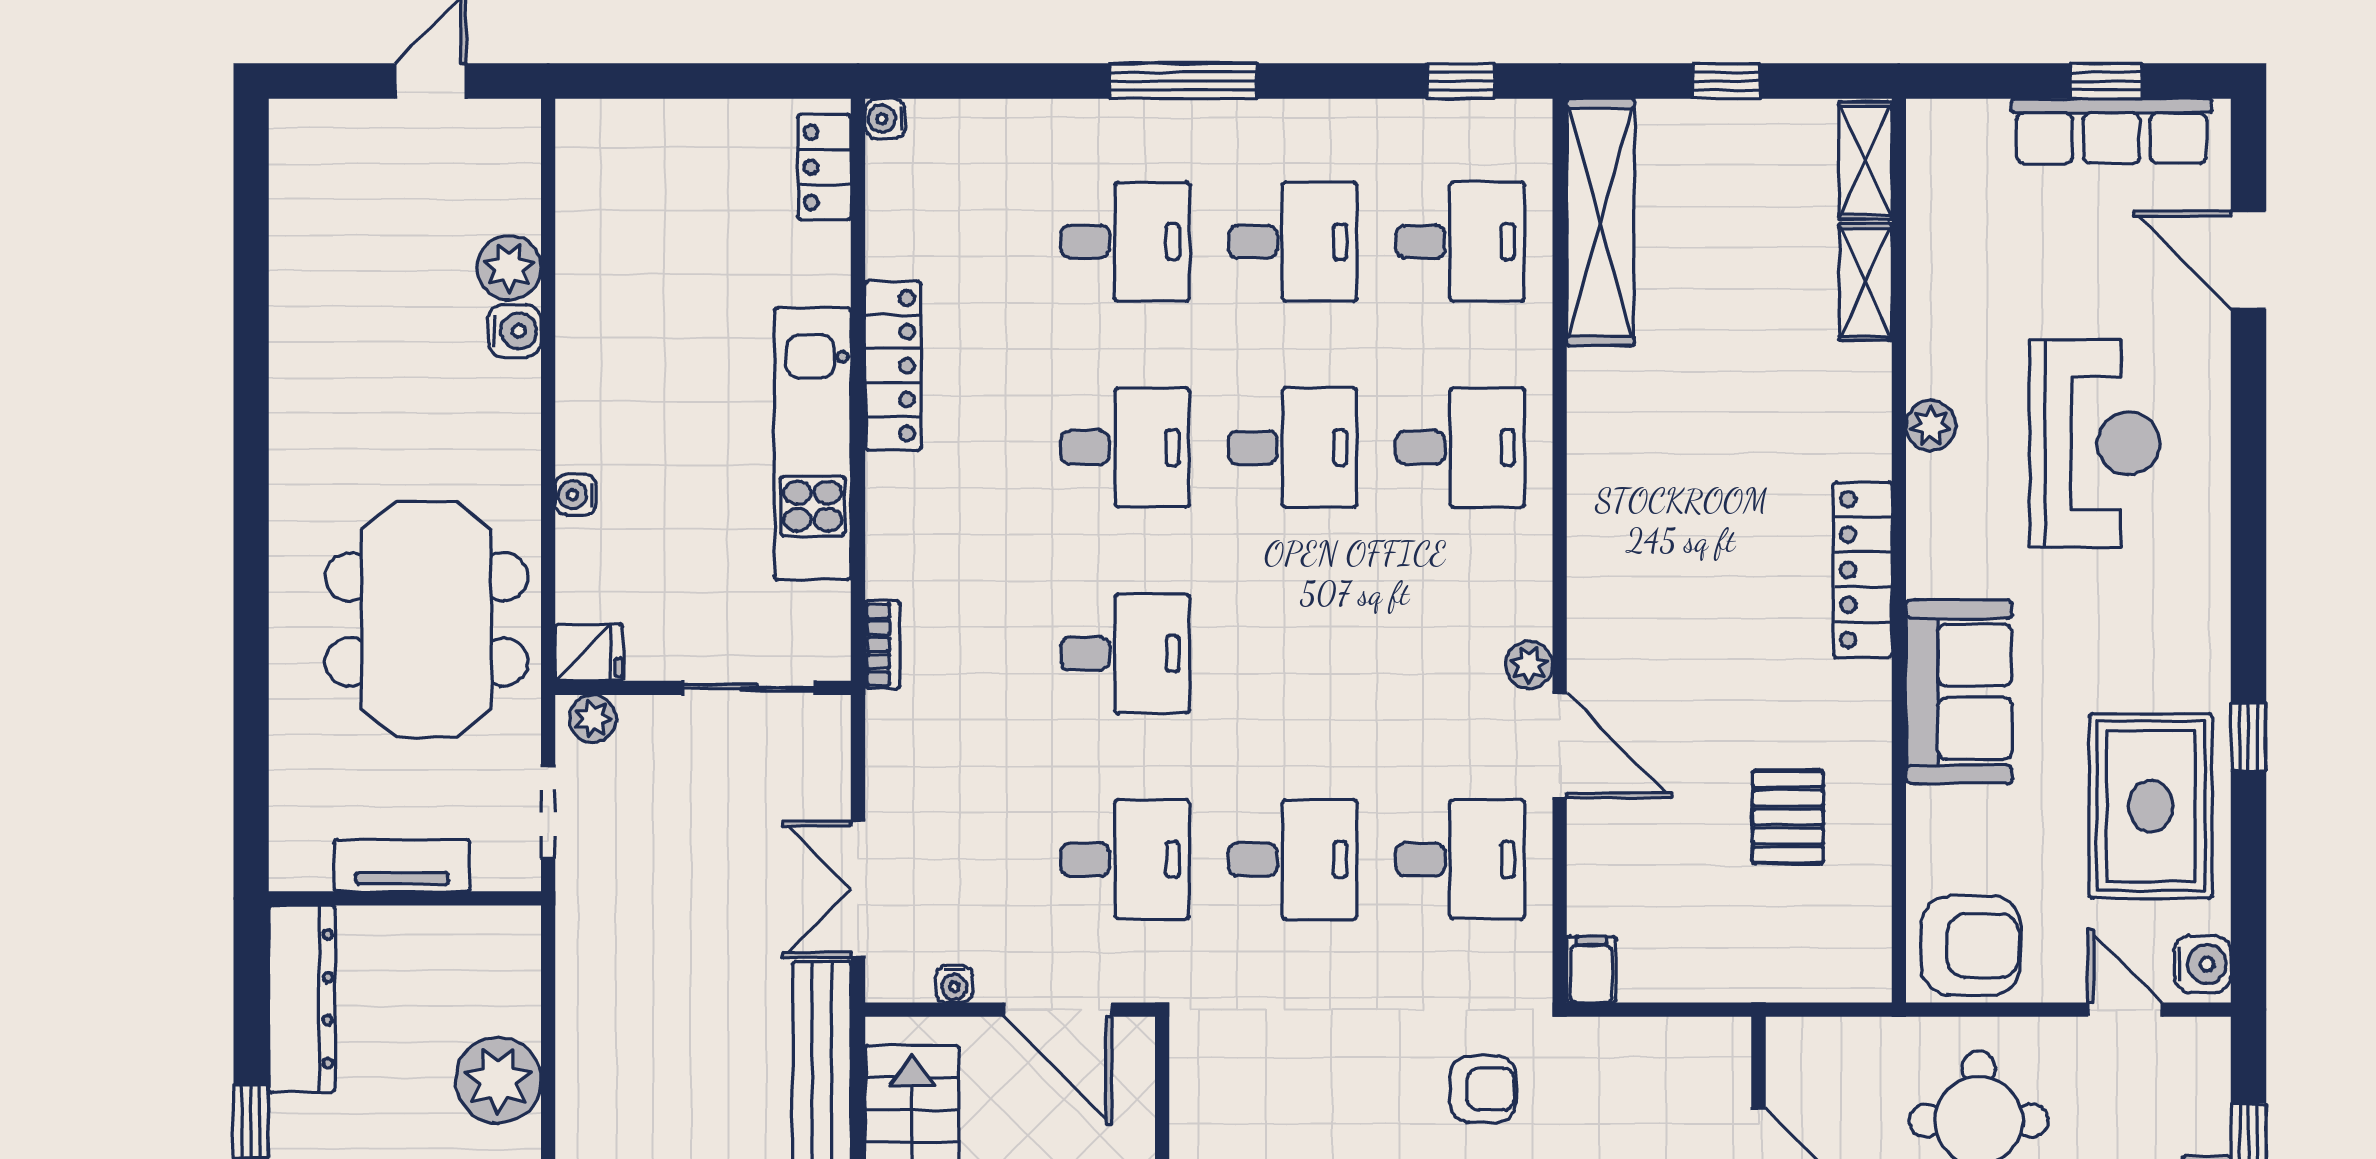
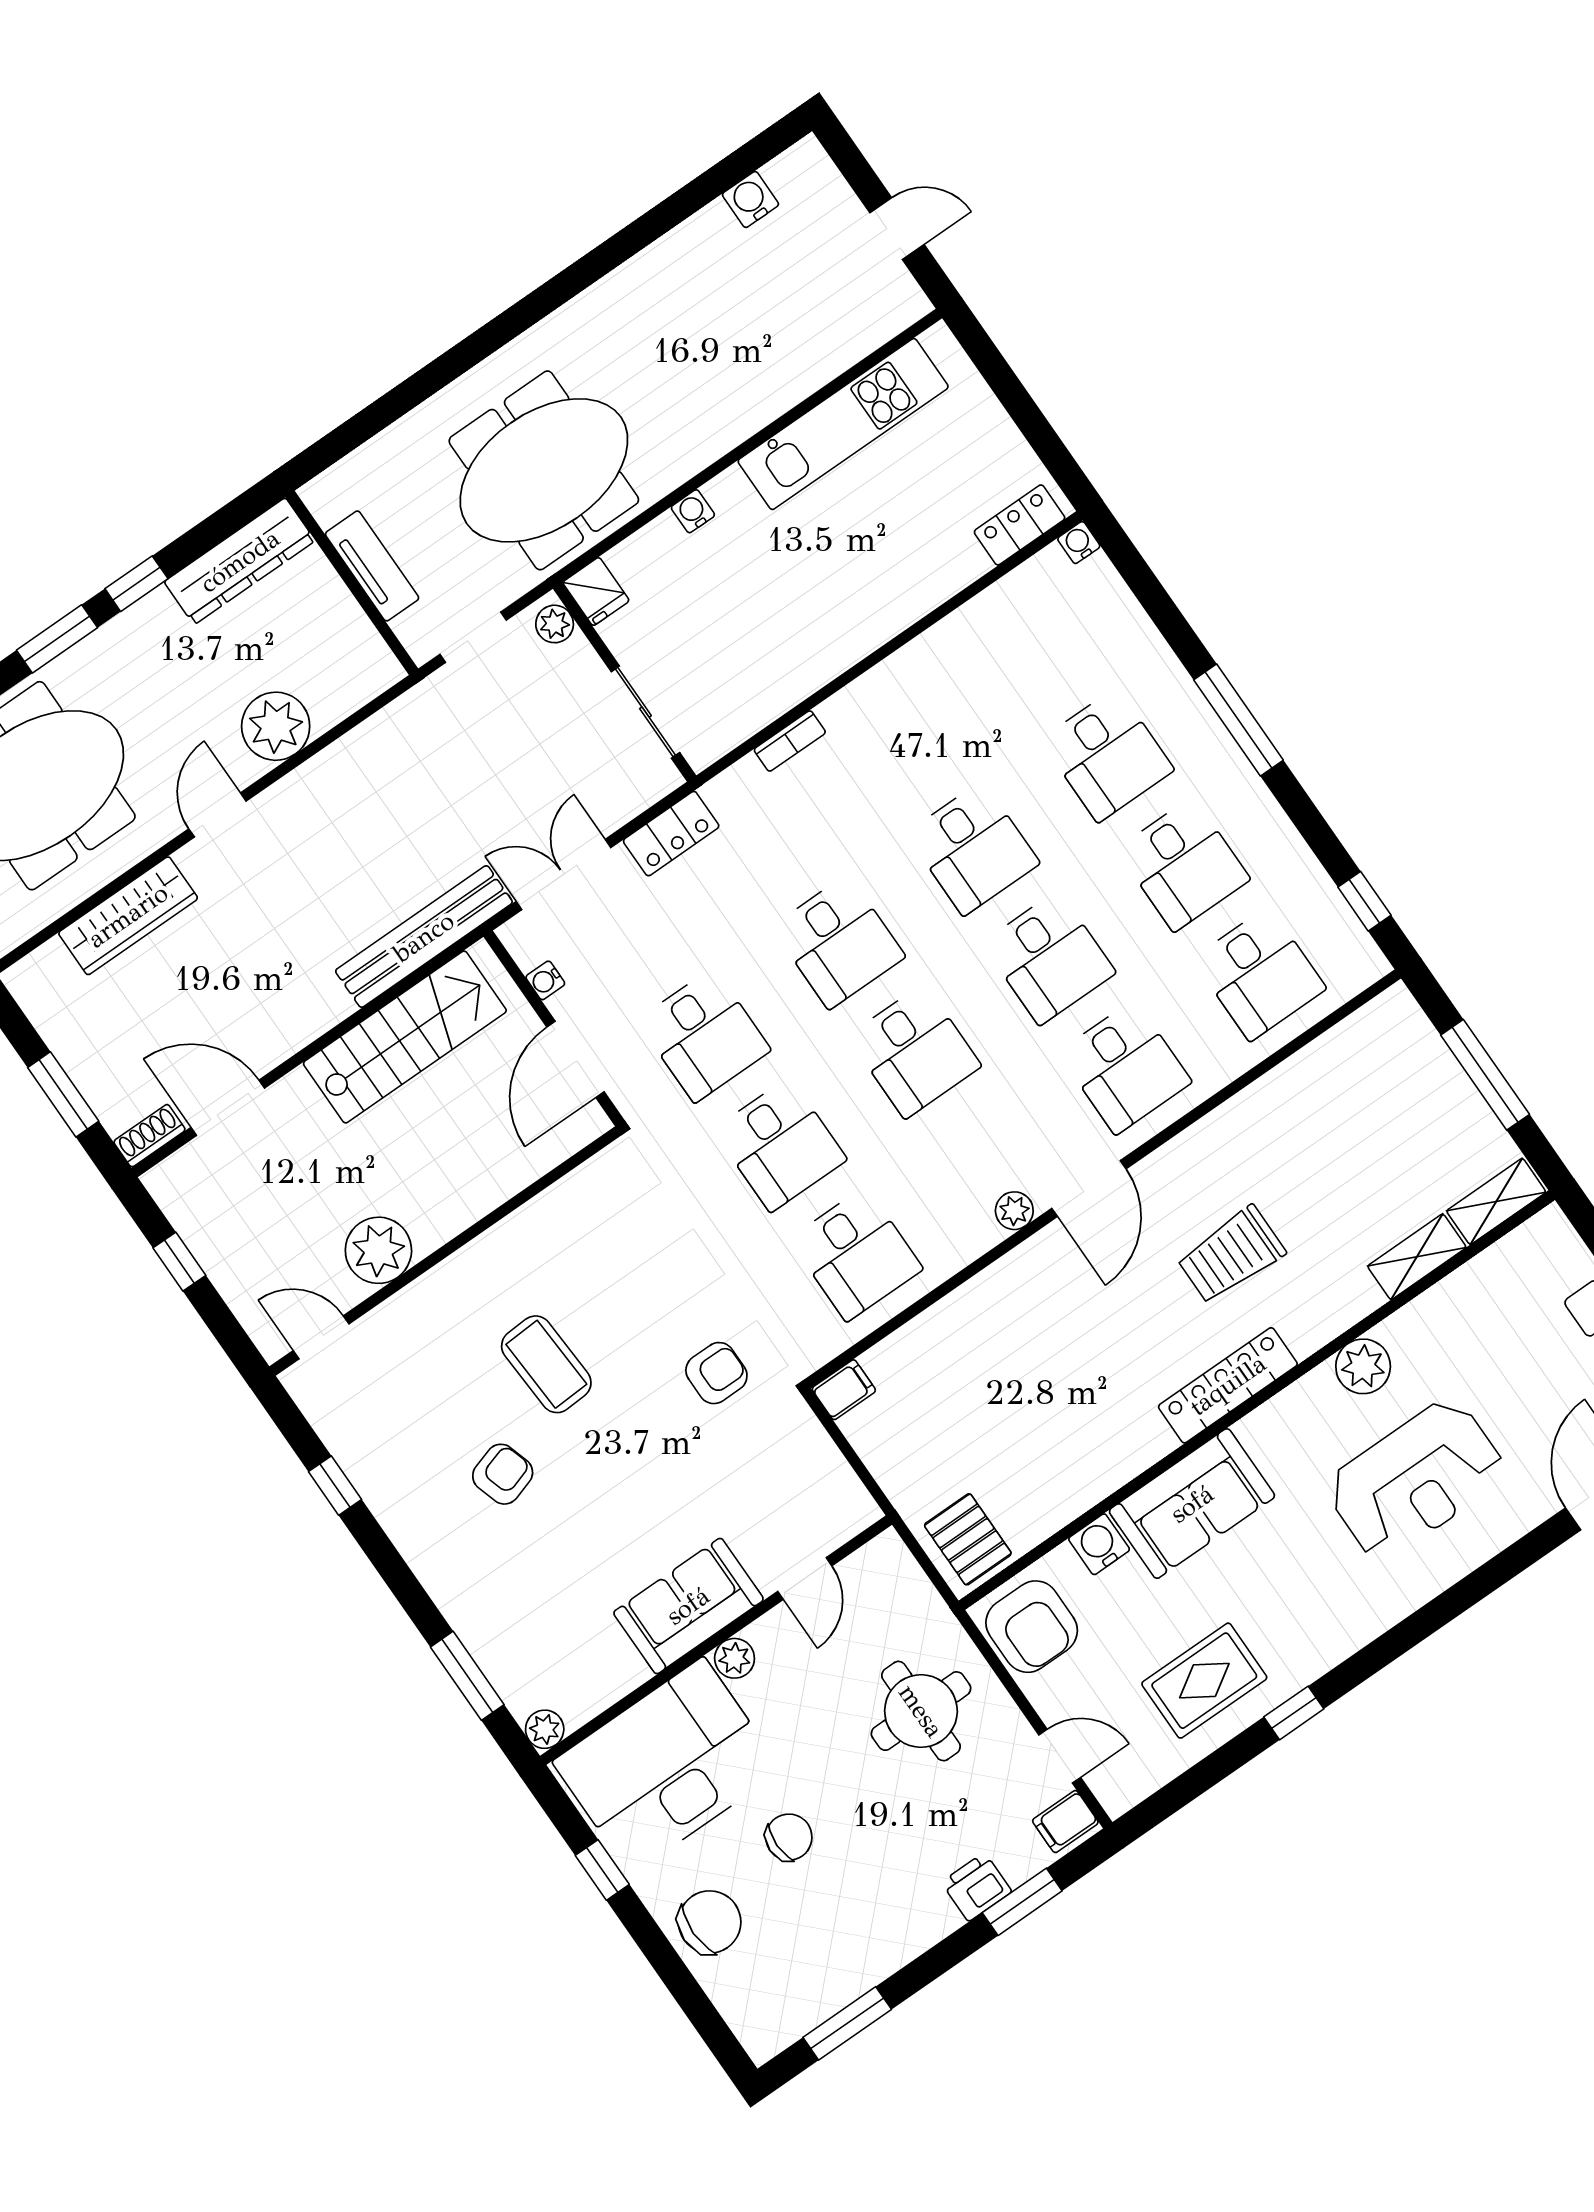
window: (1727, 81) -> (1485, 1075), width x2.17
shelving: (1600, 222) -> (1336, 1056), removed
plant: (509, 268) -> (811, 365), removed
water cooler: (515, 331) -> (750, 199), moved, turned 180
locker: (893, 366) -> (671, 834), moved, width x0.66
plant: (1931, 426) -> (1363, 1366), width x1.38, depth x1.38
kitchen unit: (813, 444) -> (843, 424), moved, turned 180
trolley: (1730, 473) -> (1231, 1255), added
bookcase: (883, 645) -> (790, 741), moved
desk: (1293, 654) -> (915, 1051), added
door: (1560, 745) -> (1089, 1189), moved
rug: (2151, 806) -> (1204, 1681), width x0.73, depth x0.70
pallet: (1788, 817) -> (968, 1539), moved, turned 90
water cooler: (2202, 964) -> (1099, 1544), moved, turned 180
door: (2125, 1010) -> (1060, 1756), hinge flipped
filing cabinet: (2197, 1051) -> (1065, 1822), added
armchair: (1483, 1089) -> (716, 1373), turned -90

